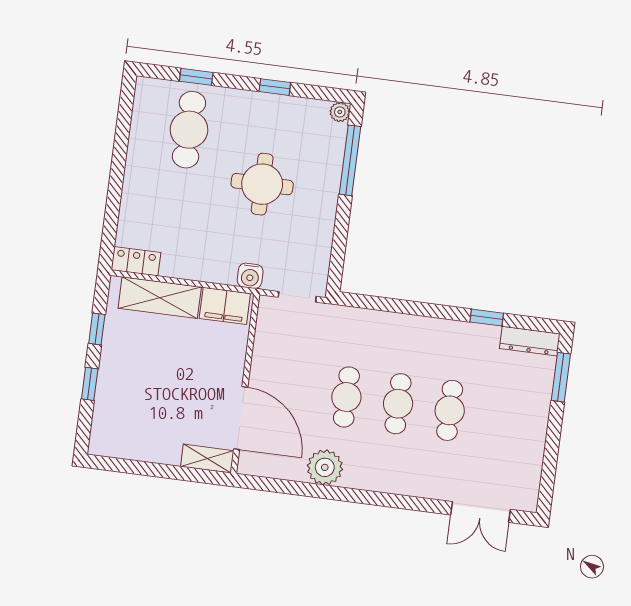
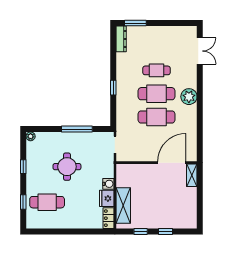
window: (350, 160) -> (77, 129), moved
fridge: (180, 263) -> (107, 198), added
water cooler: (250, 276) -> (108, 184), moved
filing cabinet: (225, 306) -> (123, 176), removed
window: (487, 318) -> (113, 88), moved
cafe table: (346, 397) -> (156, 117), width x1.37, depth x1.35
cafe table: (398, 404) -> (156, 94), width x1.37, depth x1.35
plant: (325, 467) -> (189, 97), moved

